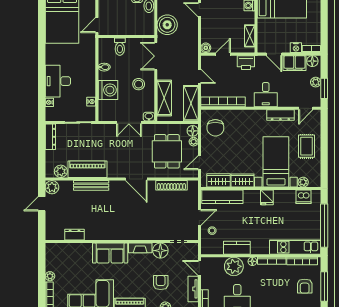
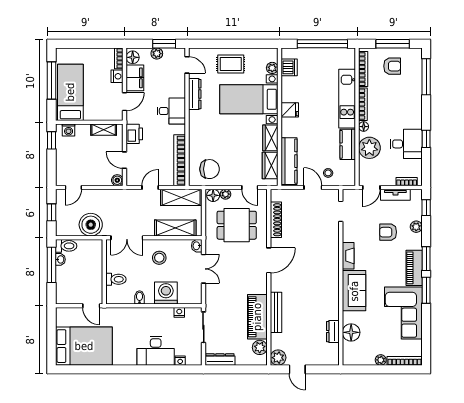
kitchen unit: (295, 247) -> (347, 99), moved
floor lamp: (160, 251) -> (351, 332), moved

